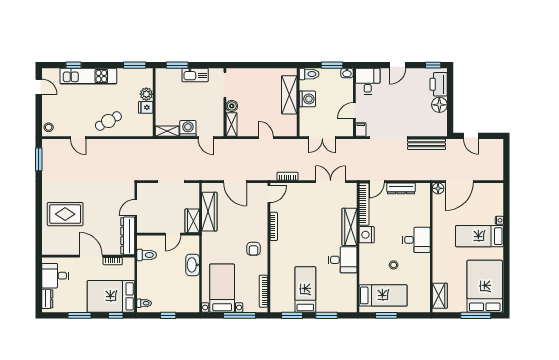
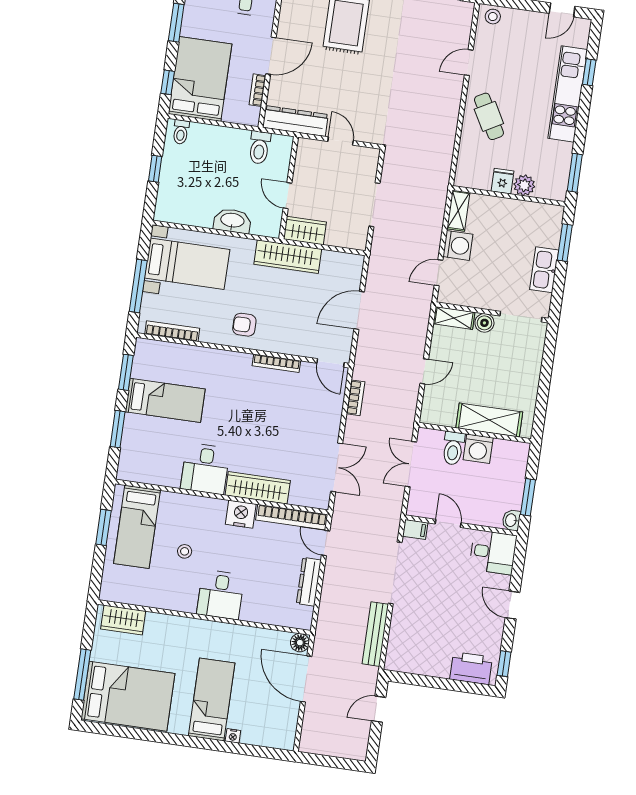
toilet: (309, 74) -> (453, 448), moved
floor lamp: (439, 105) -> (437, 665), removed
wardrobe: (209, 212) -> (288, 257), moved

